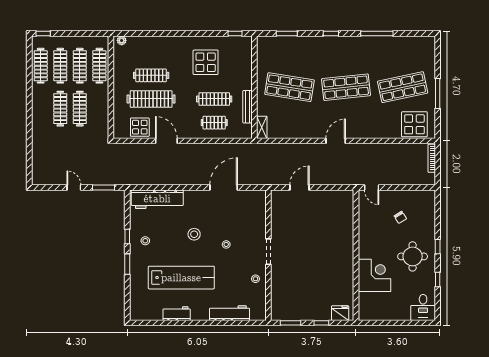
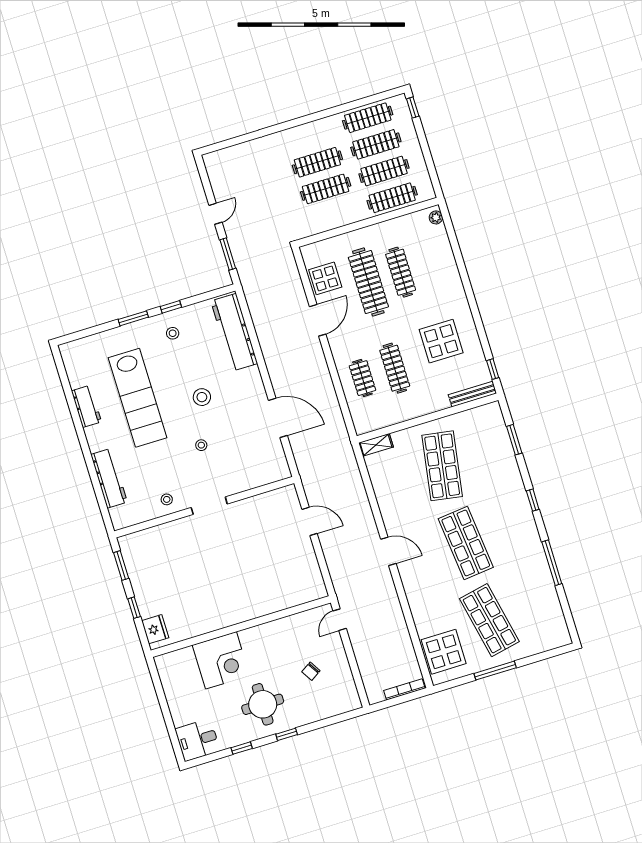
bench: (248, 107) -> (472, 394), moved

